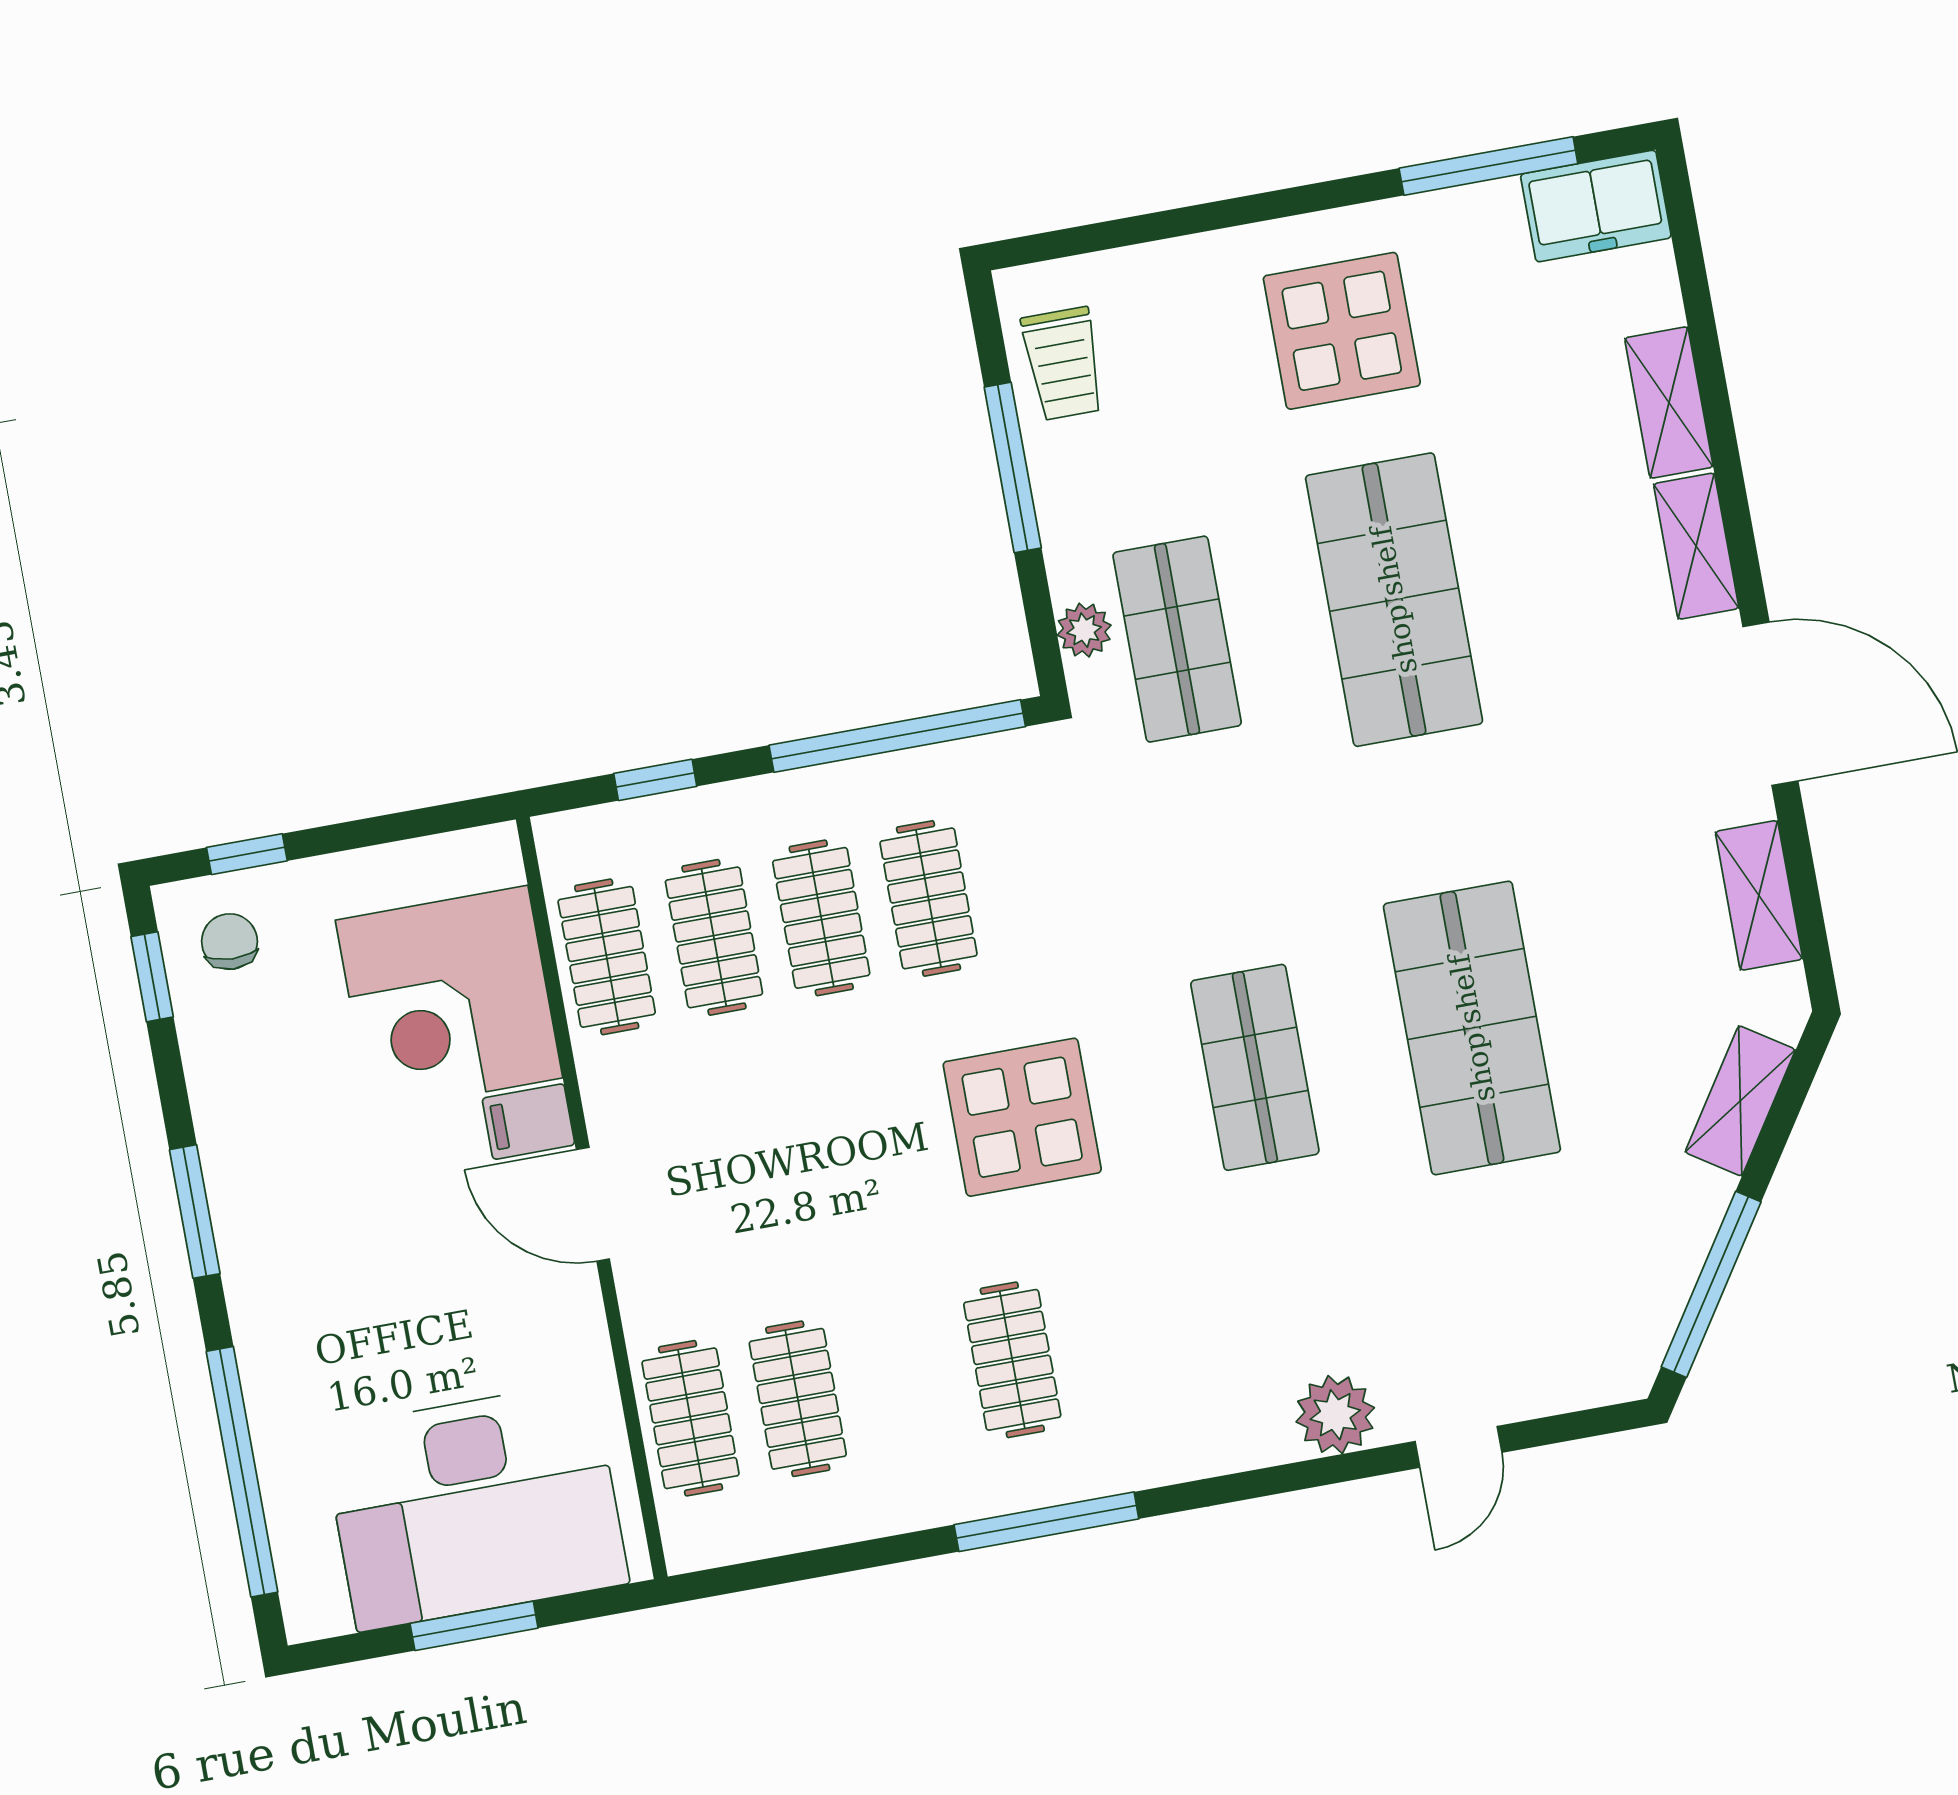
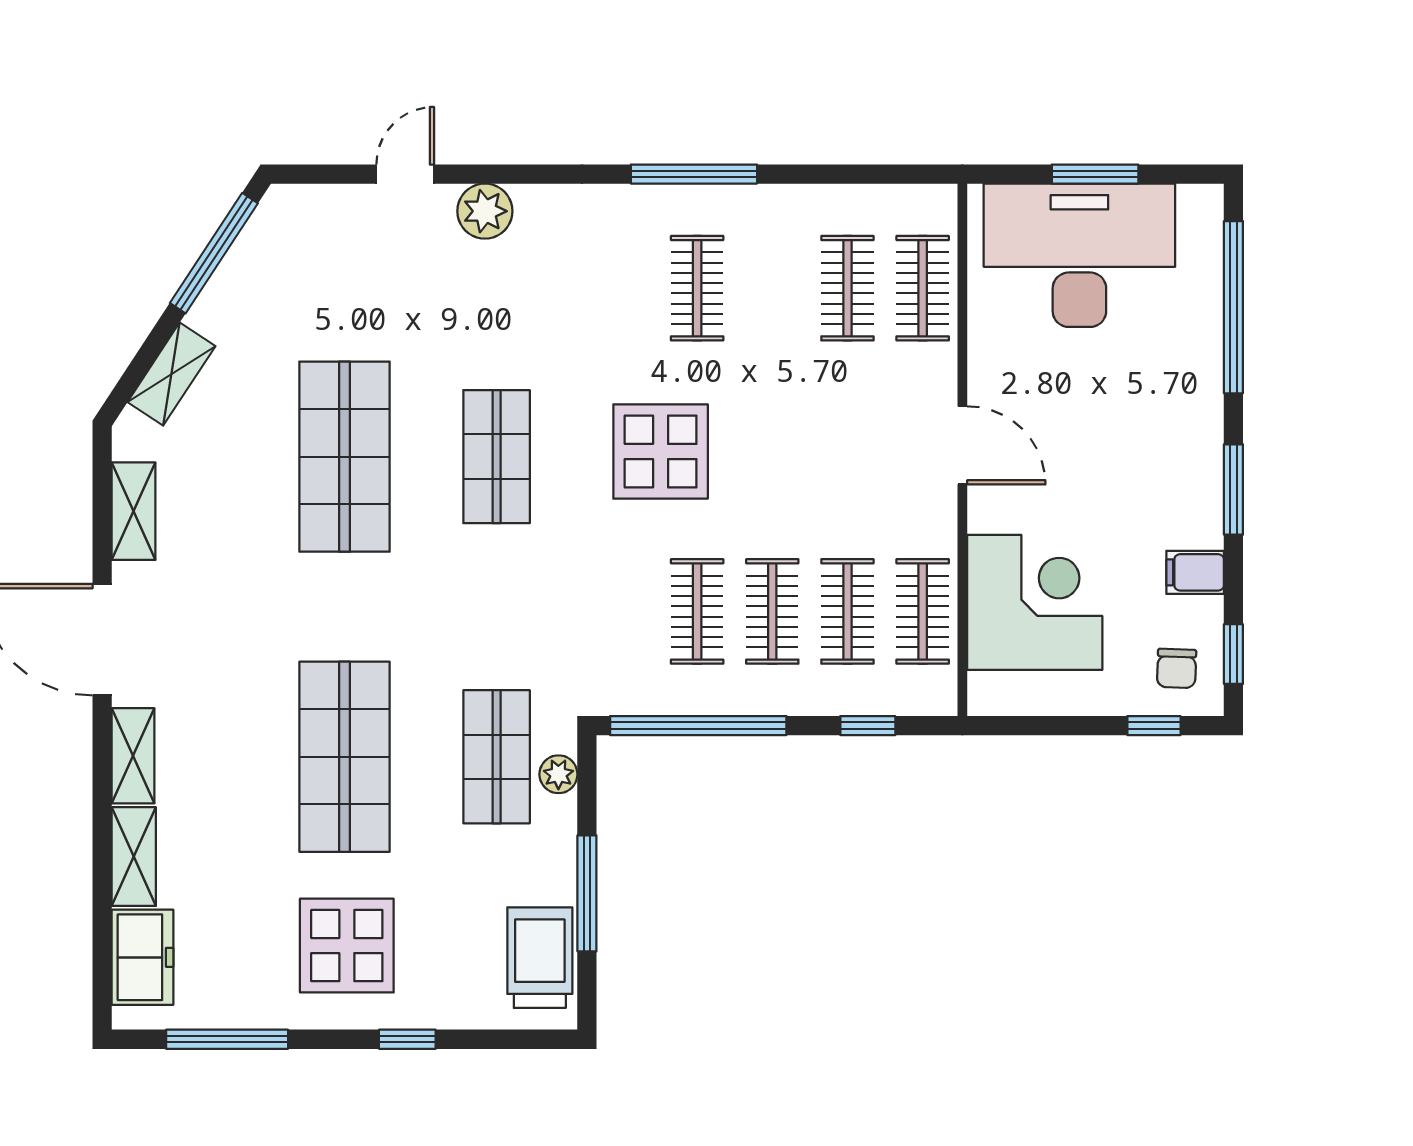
freezer: (1596, 206) -> (142, 957), moved, turned 90
window: (1231, 213) -> (407, 1039), added
trolley: (1063, 364) -> (540, 958), width x1.36, depth x1.39
filing cabinet: (528, 1122) -> (1195, 572), moved, turned 180

